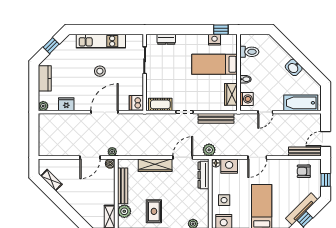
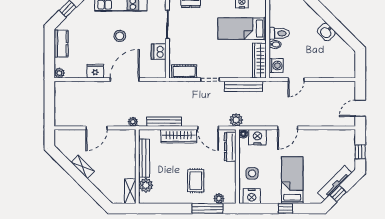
toilet: (249, 52) -> (279, 33), moved
wardrobe: (231, 94) -> (259, 61), width x1.50
dishwasher: (136, 103) -> (159, 52), moved
bathtub: (301, 103) -> (334, 70), removed
fridge: (66, 104) -> (95, 71), moved
bench: (305, 152) -> (164, 122), moved
door: (90, 157) -> (97, 128), moved
door: (183, 157) -> (208, 128), swing flipped
boiler: (110, 164) -> (131, 134), removed
armchair: (304, 171) -> (337, 143), removed
shelving: (51, 180) -> (83, 167), moved
rug: (154, 211) -> (196, 181), moved

